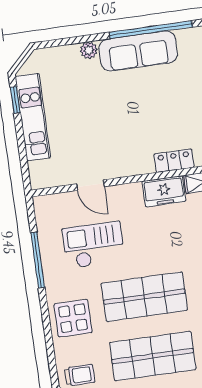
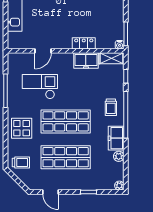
locker: (174, 161) -> (84, 43), moved
door: (90, 185) -> (43, 51), hinge flipped

